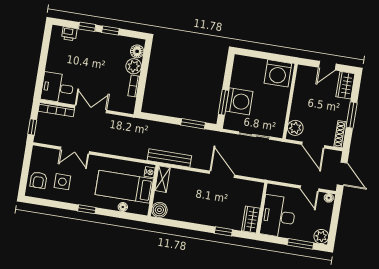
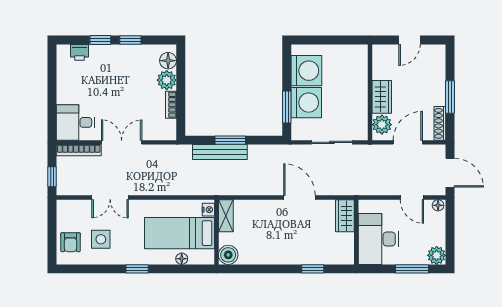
washing machine: (278, 73) -> (306, 71), moved, turned -90
wardrobe: (345, 85) -> (382, 97), moved, turned 180
window: (193, 124) -> (230, 140), moved
door: (313, 145) -> (408, 142), swing flipped
bench: (169, 158) -> (220, 152), moved
wardrobe: (251, 220) -> (345, 216), moved

